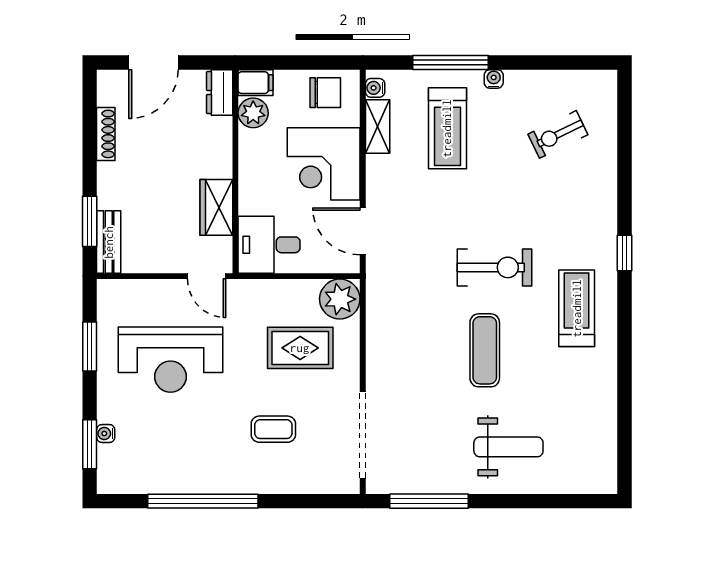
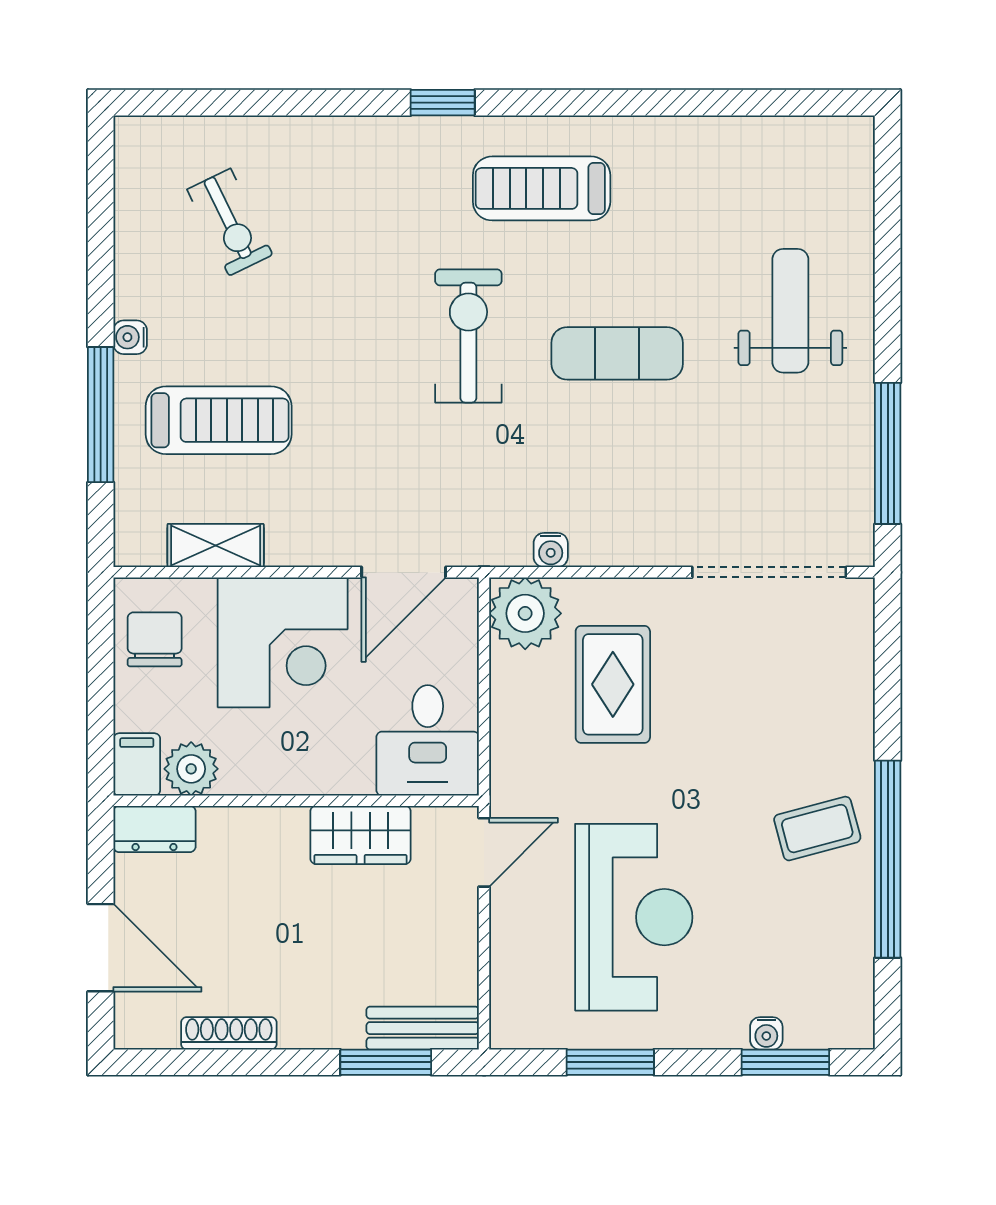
water cooler: (375, 88) -> (551, 550), moved
coffee table: (273, 429) -> (817, 829), moved, turned 75

